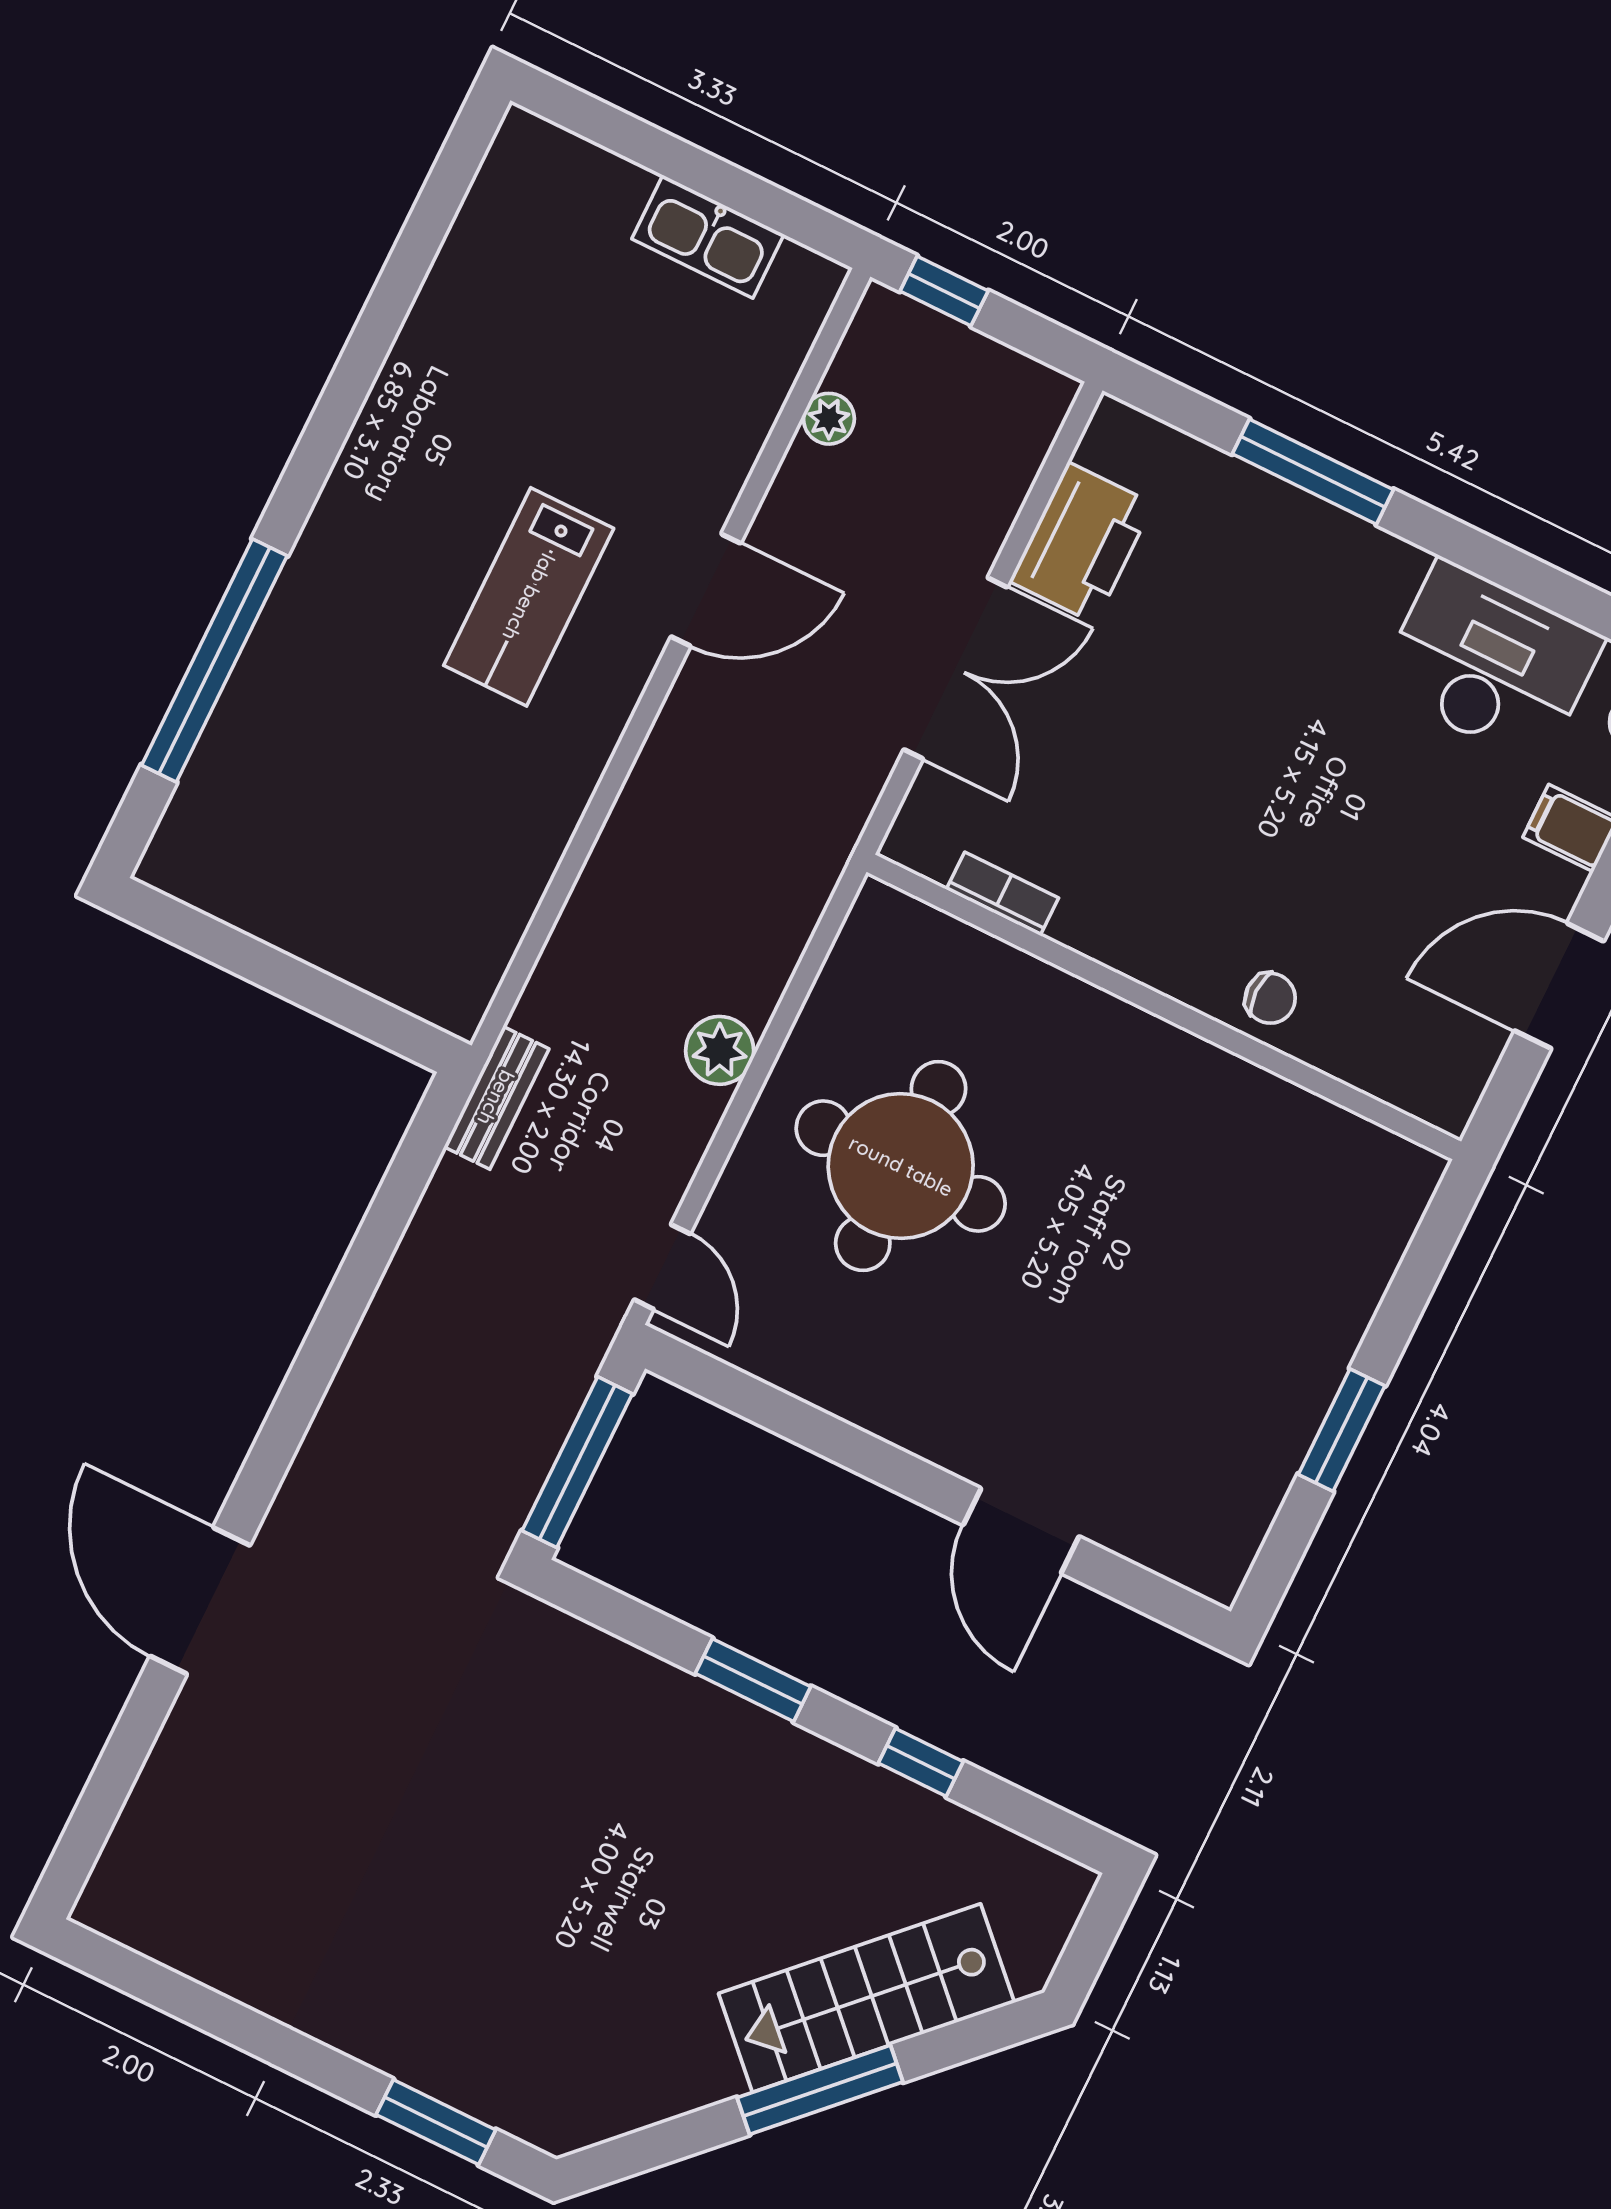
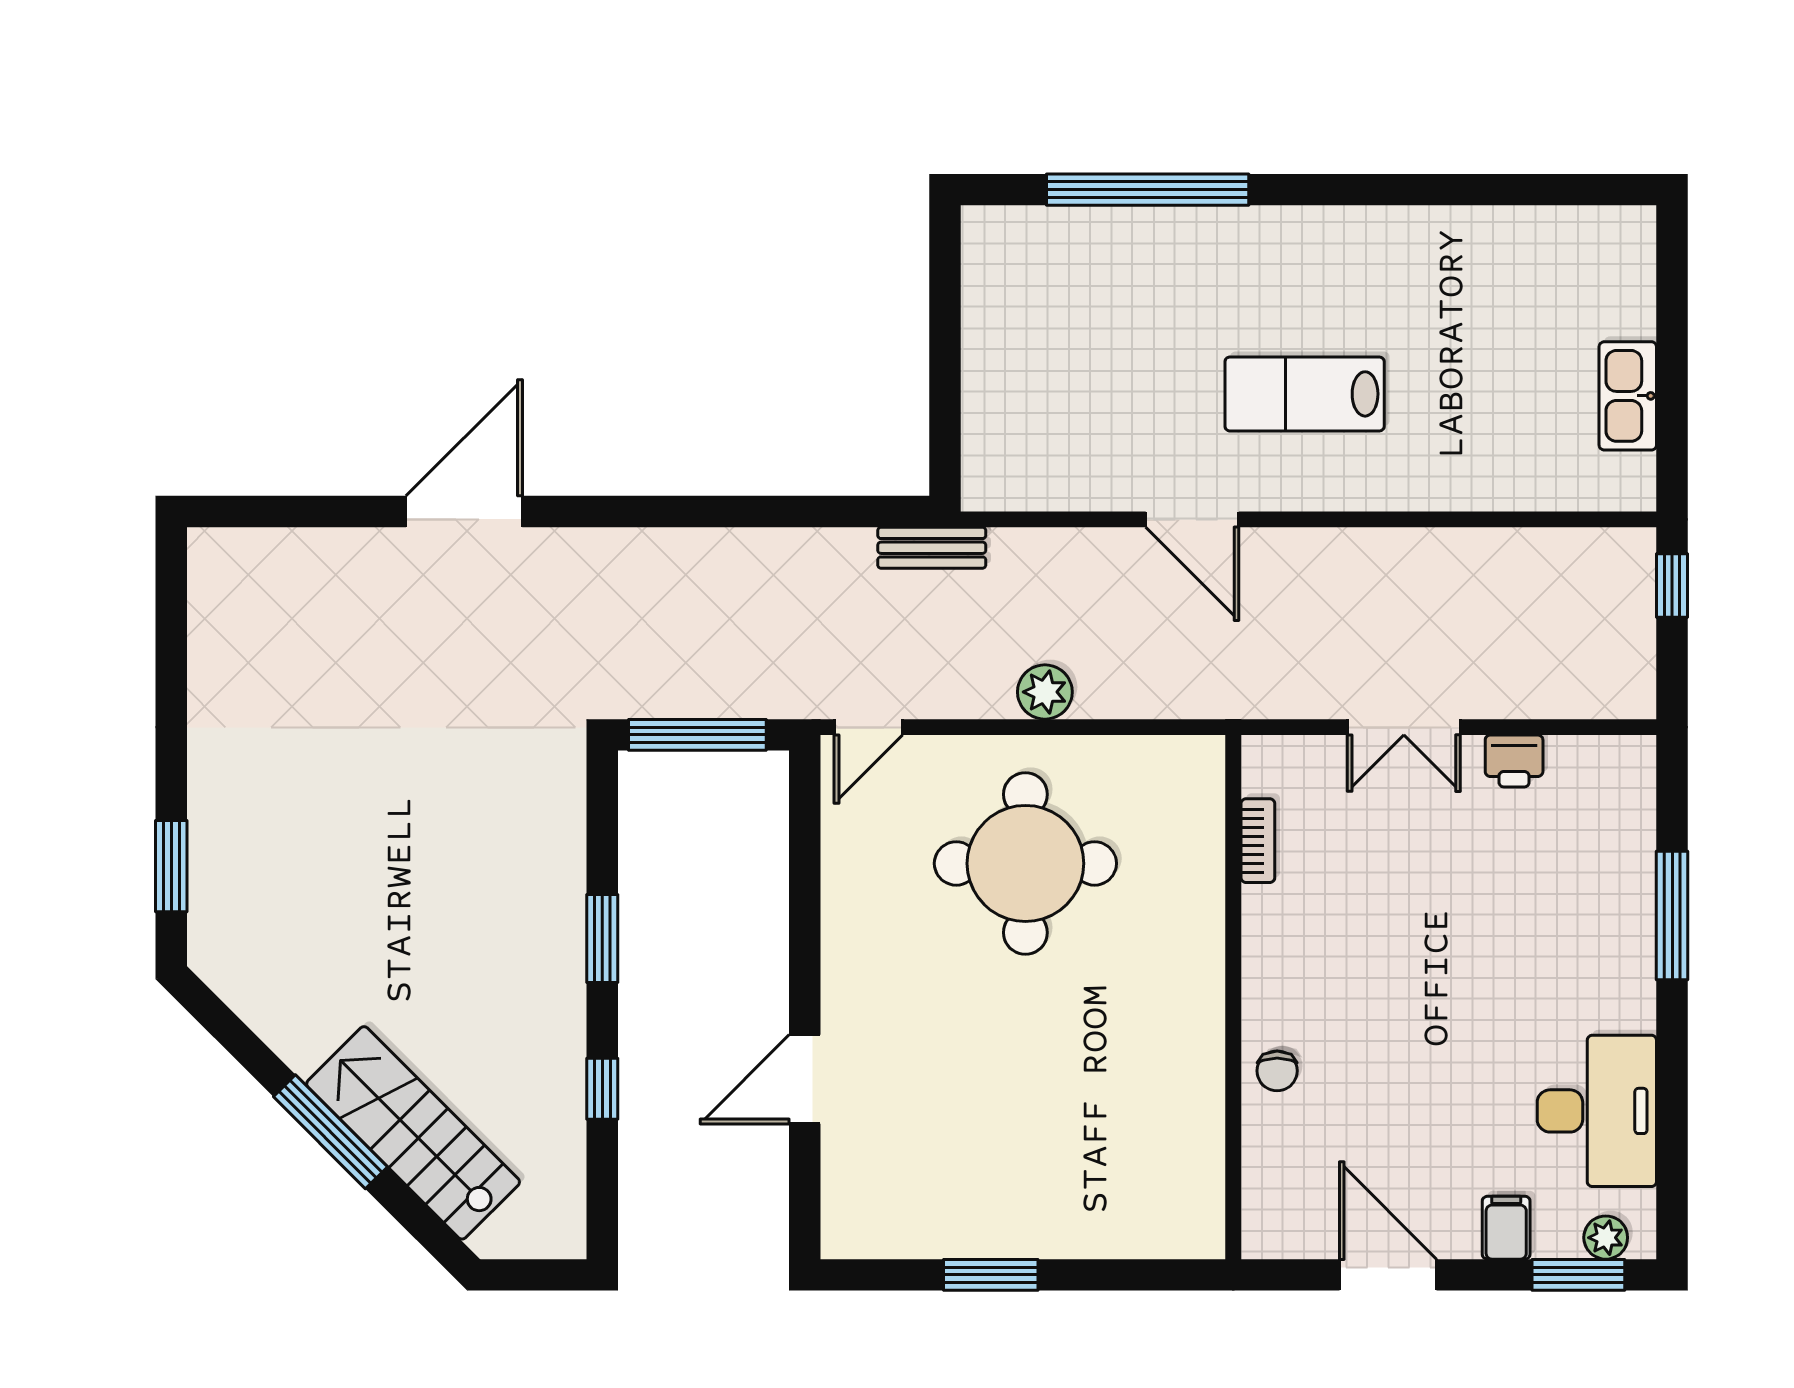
plant: (829, 419) -> (1539, 548), removed
printer: (1081, 543) -> (1514, 761), width x0.53, depth x0.68
door: (706, 590) -> (1192, 519), moved
double door: (955, 668) -> (1404, 727), width x0.73

